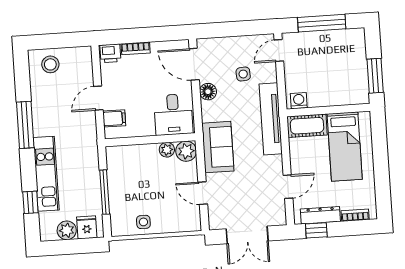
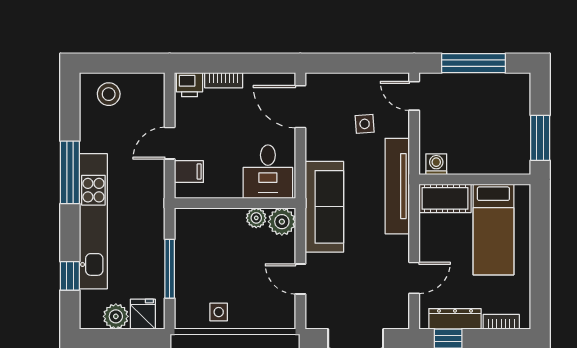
door: (279, 51) -> (414, 96), hinge flipped
floor lamp: (208, 92) -> (316, 144), removed
sofa: (218, 147) -> (324, 207), width x1.36
kitchen unit: (46, 174) -> (93, 221), width x1.36

